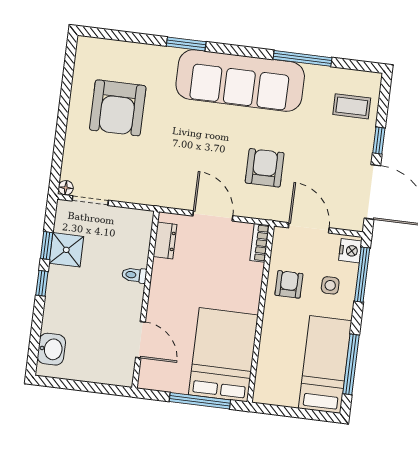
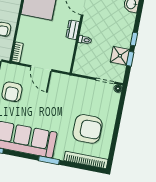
bookcase: (117, 49) -> (86, 160), added
armchair: (118, 108) -> (87, 129), turned 90
dresser: (165, 240) -> (73, 30), moved

